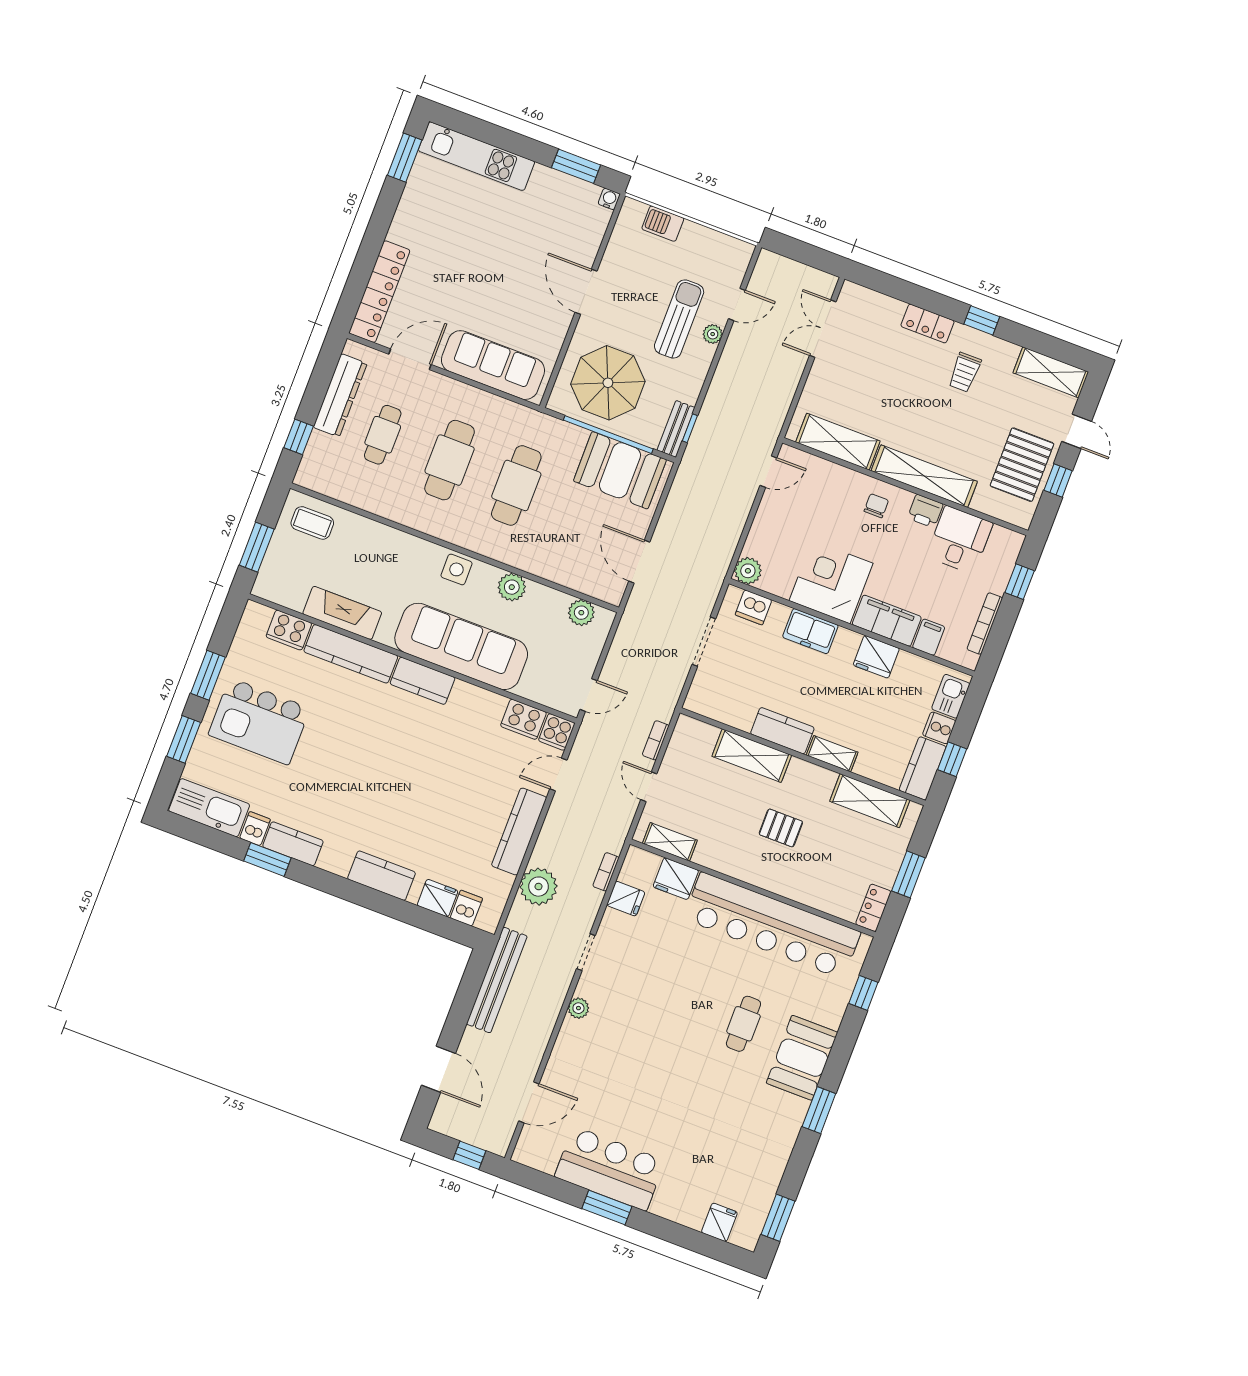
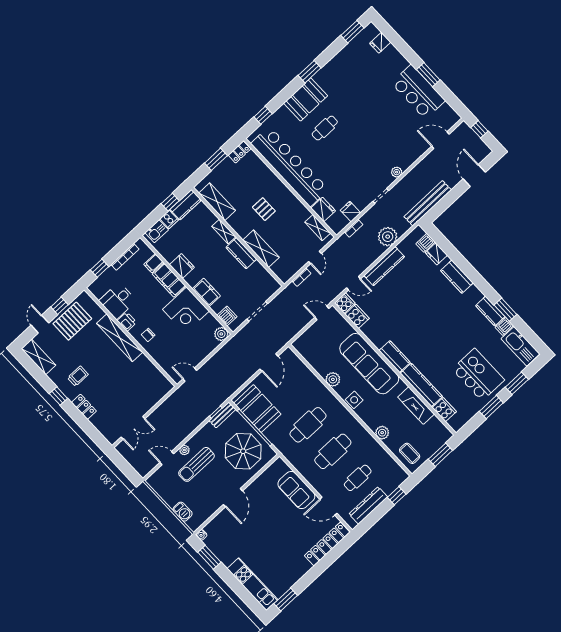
sofa: (493, 365) -> (296, 490), width x0.73
shelving: (838, 442) -> (151, 373), removed
plant: (581, 613) -> (382, 433), moved

